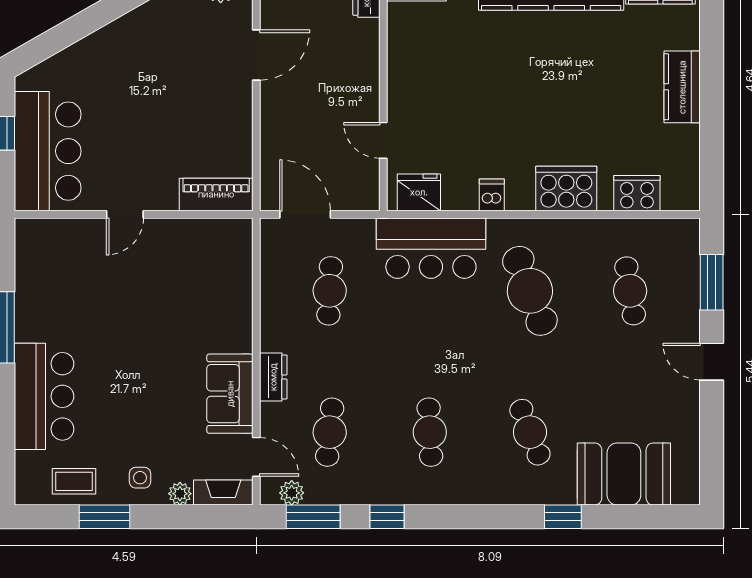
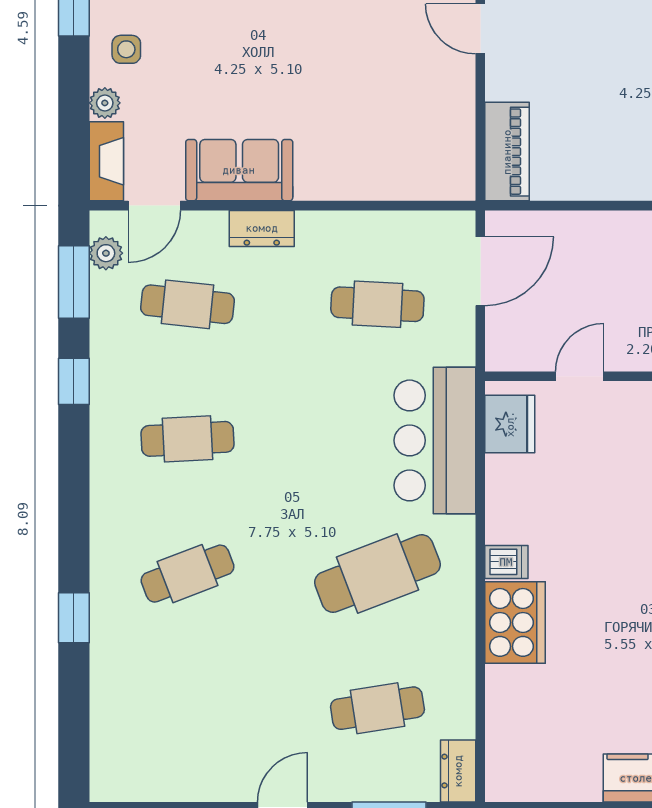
cooker: (637, 193) -> (509, 717), removed
dishwasher: (492, 195) -> (506, 562), moved
dresser: (677, 231) -> (458, 771), added
booth: (624, 474) -> (131, 700), removed

